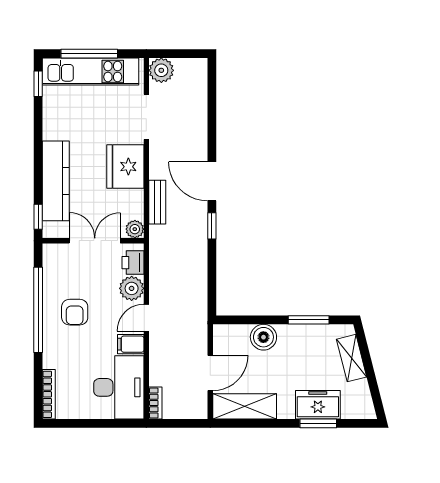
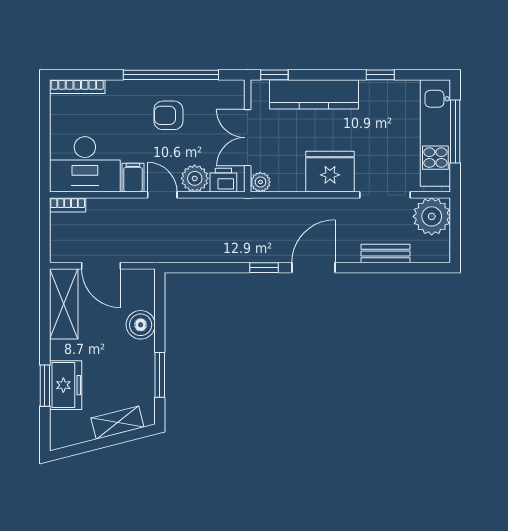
plant: (161, 70) -> (432, 216), width x1.36, depth x1.36
window: (38, 84) -> (380, 75), moved
bench: (157, 202) -> (385, 254), moved
double door: (95, 241) -> (248, 138), swing flipped

